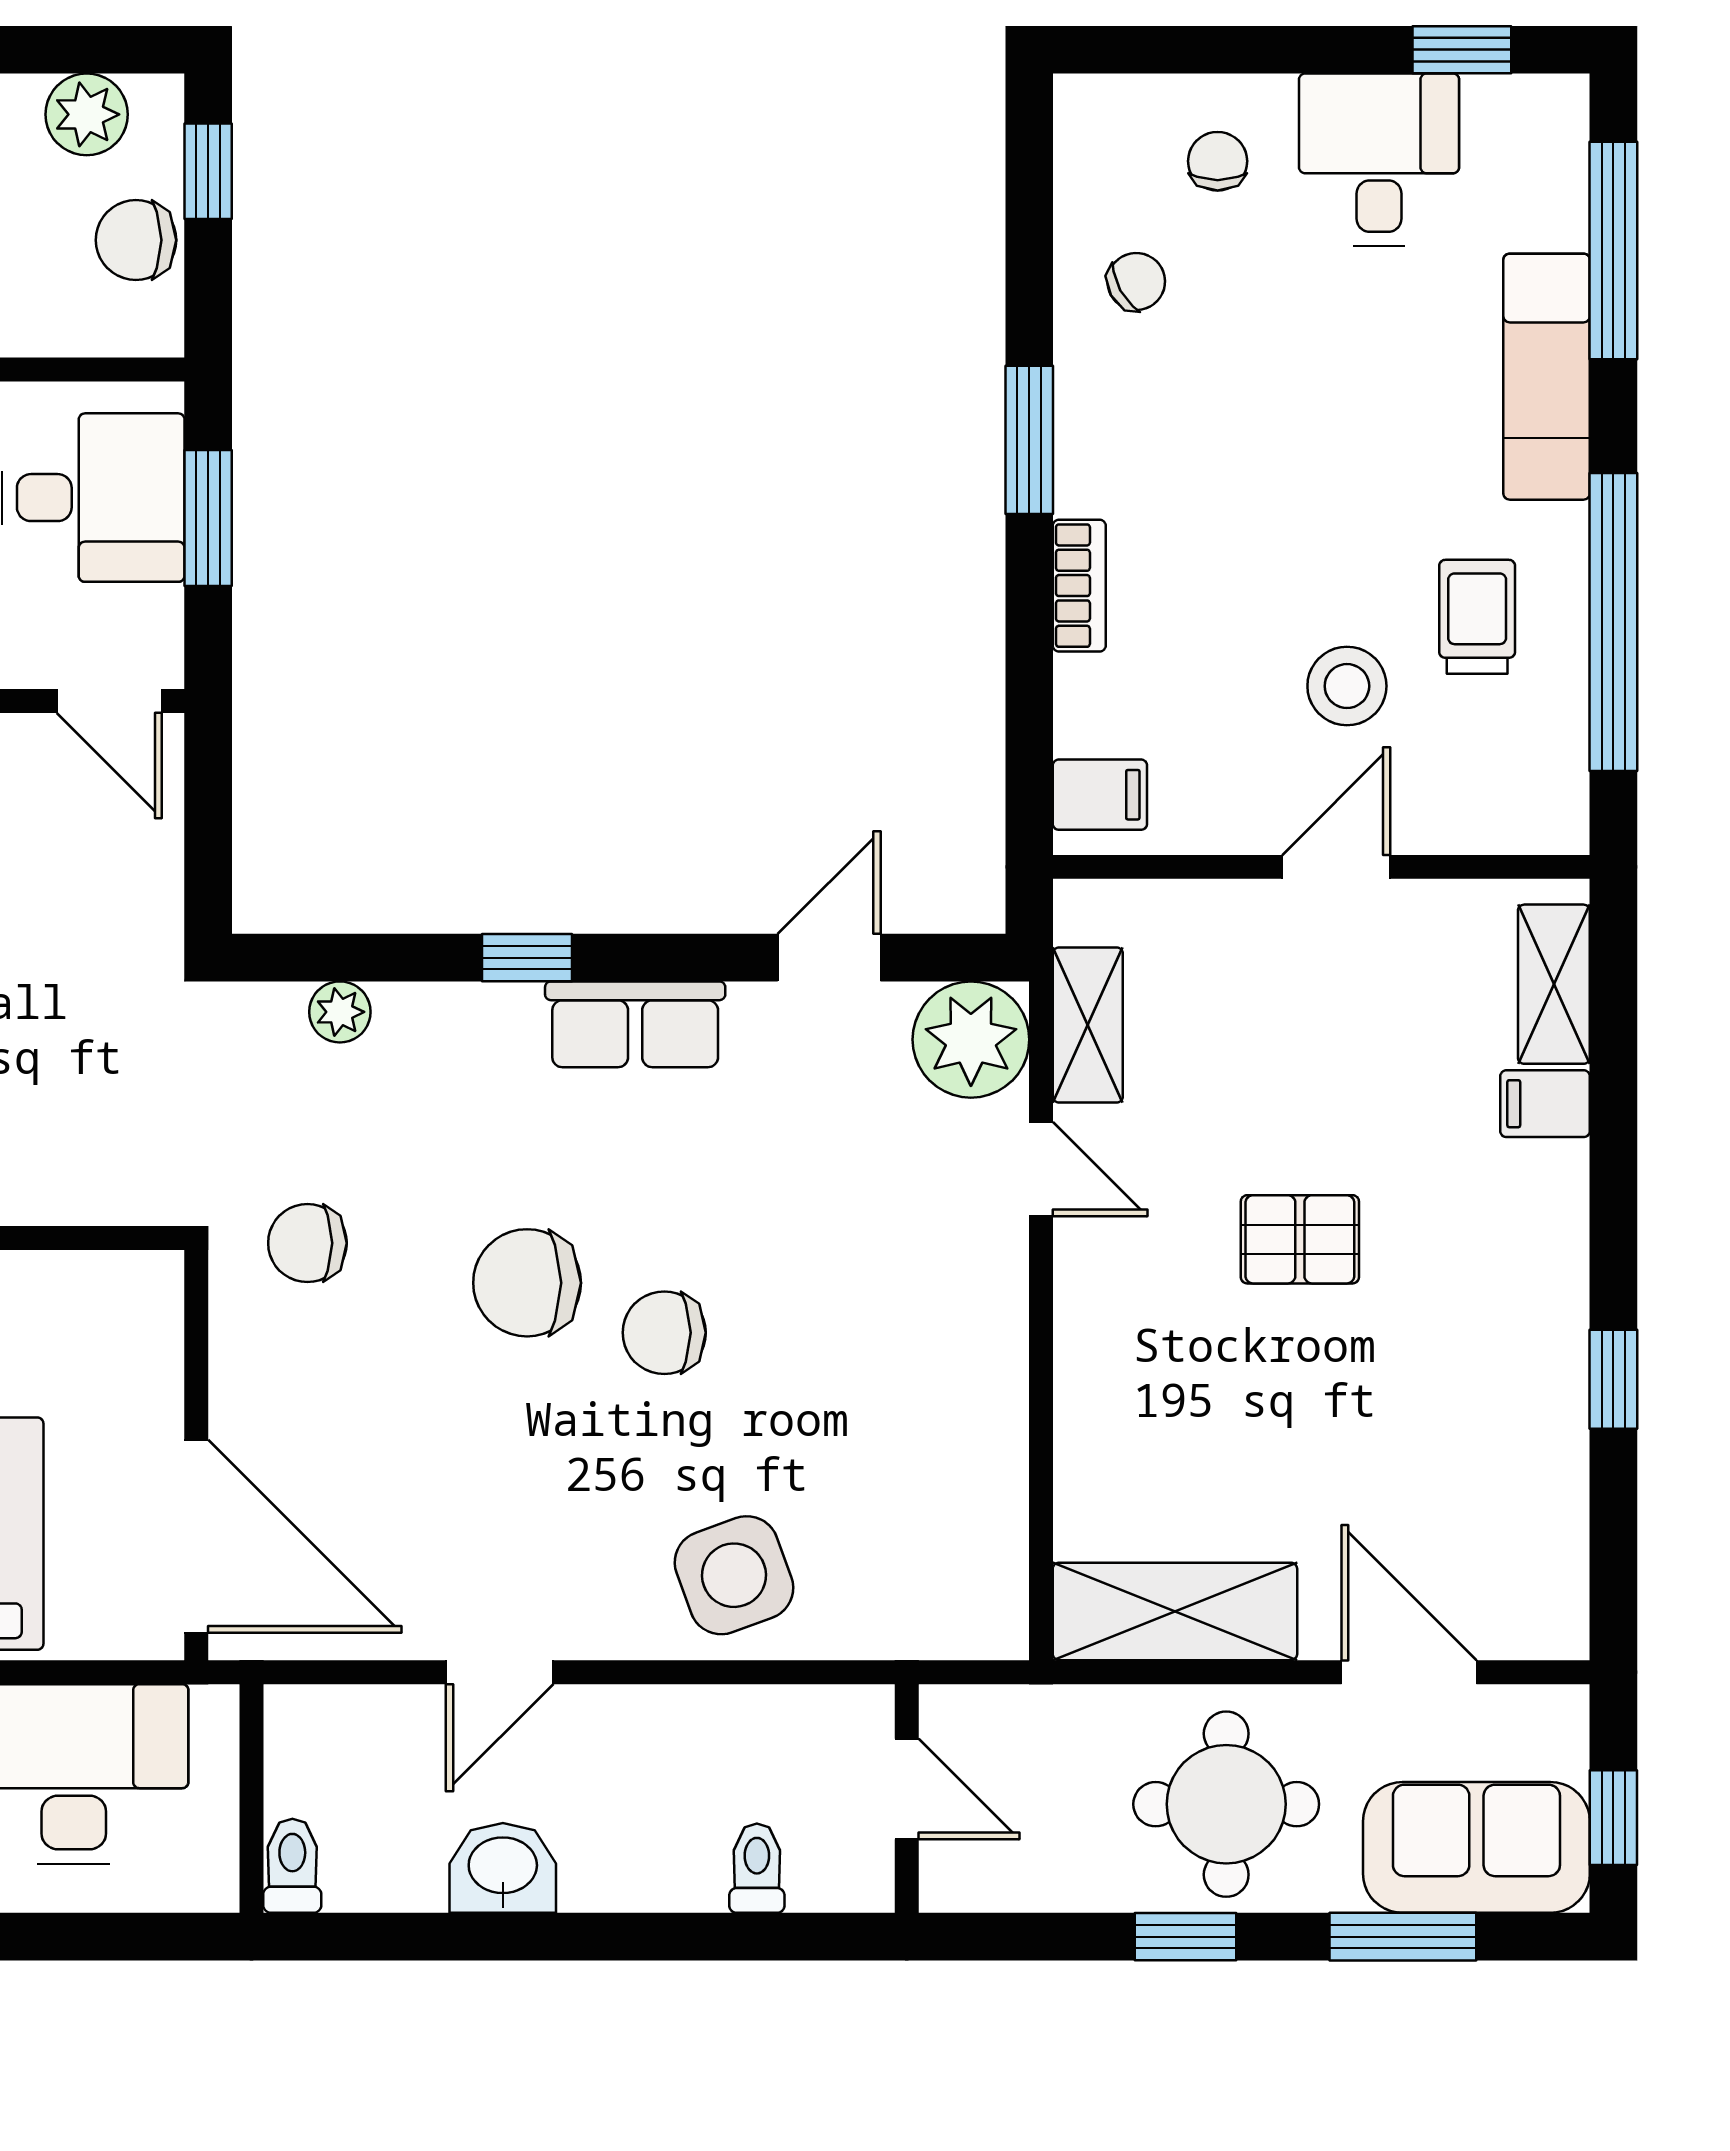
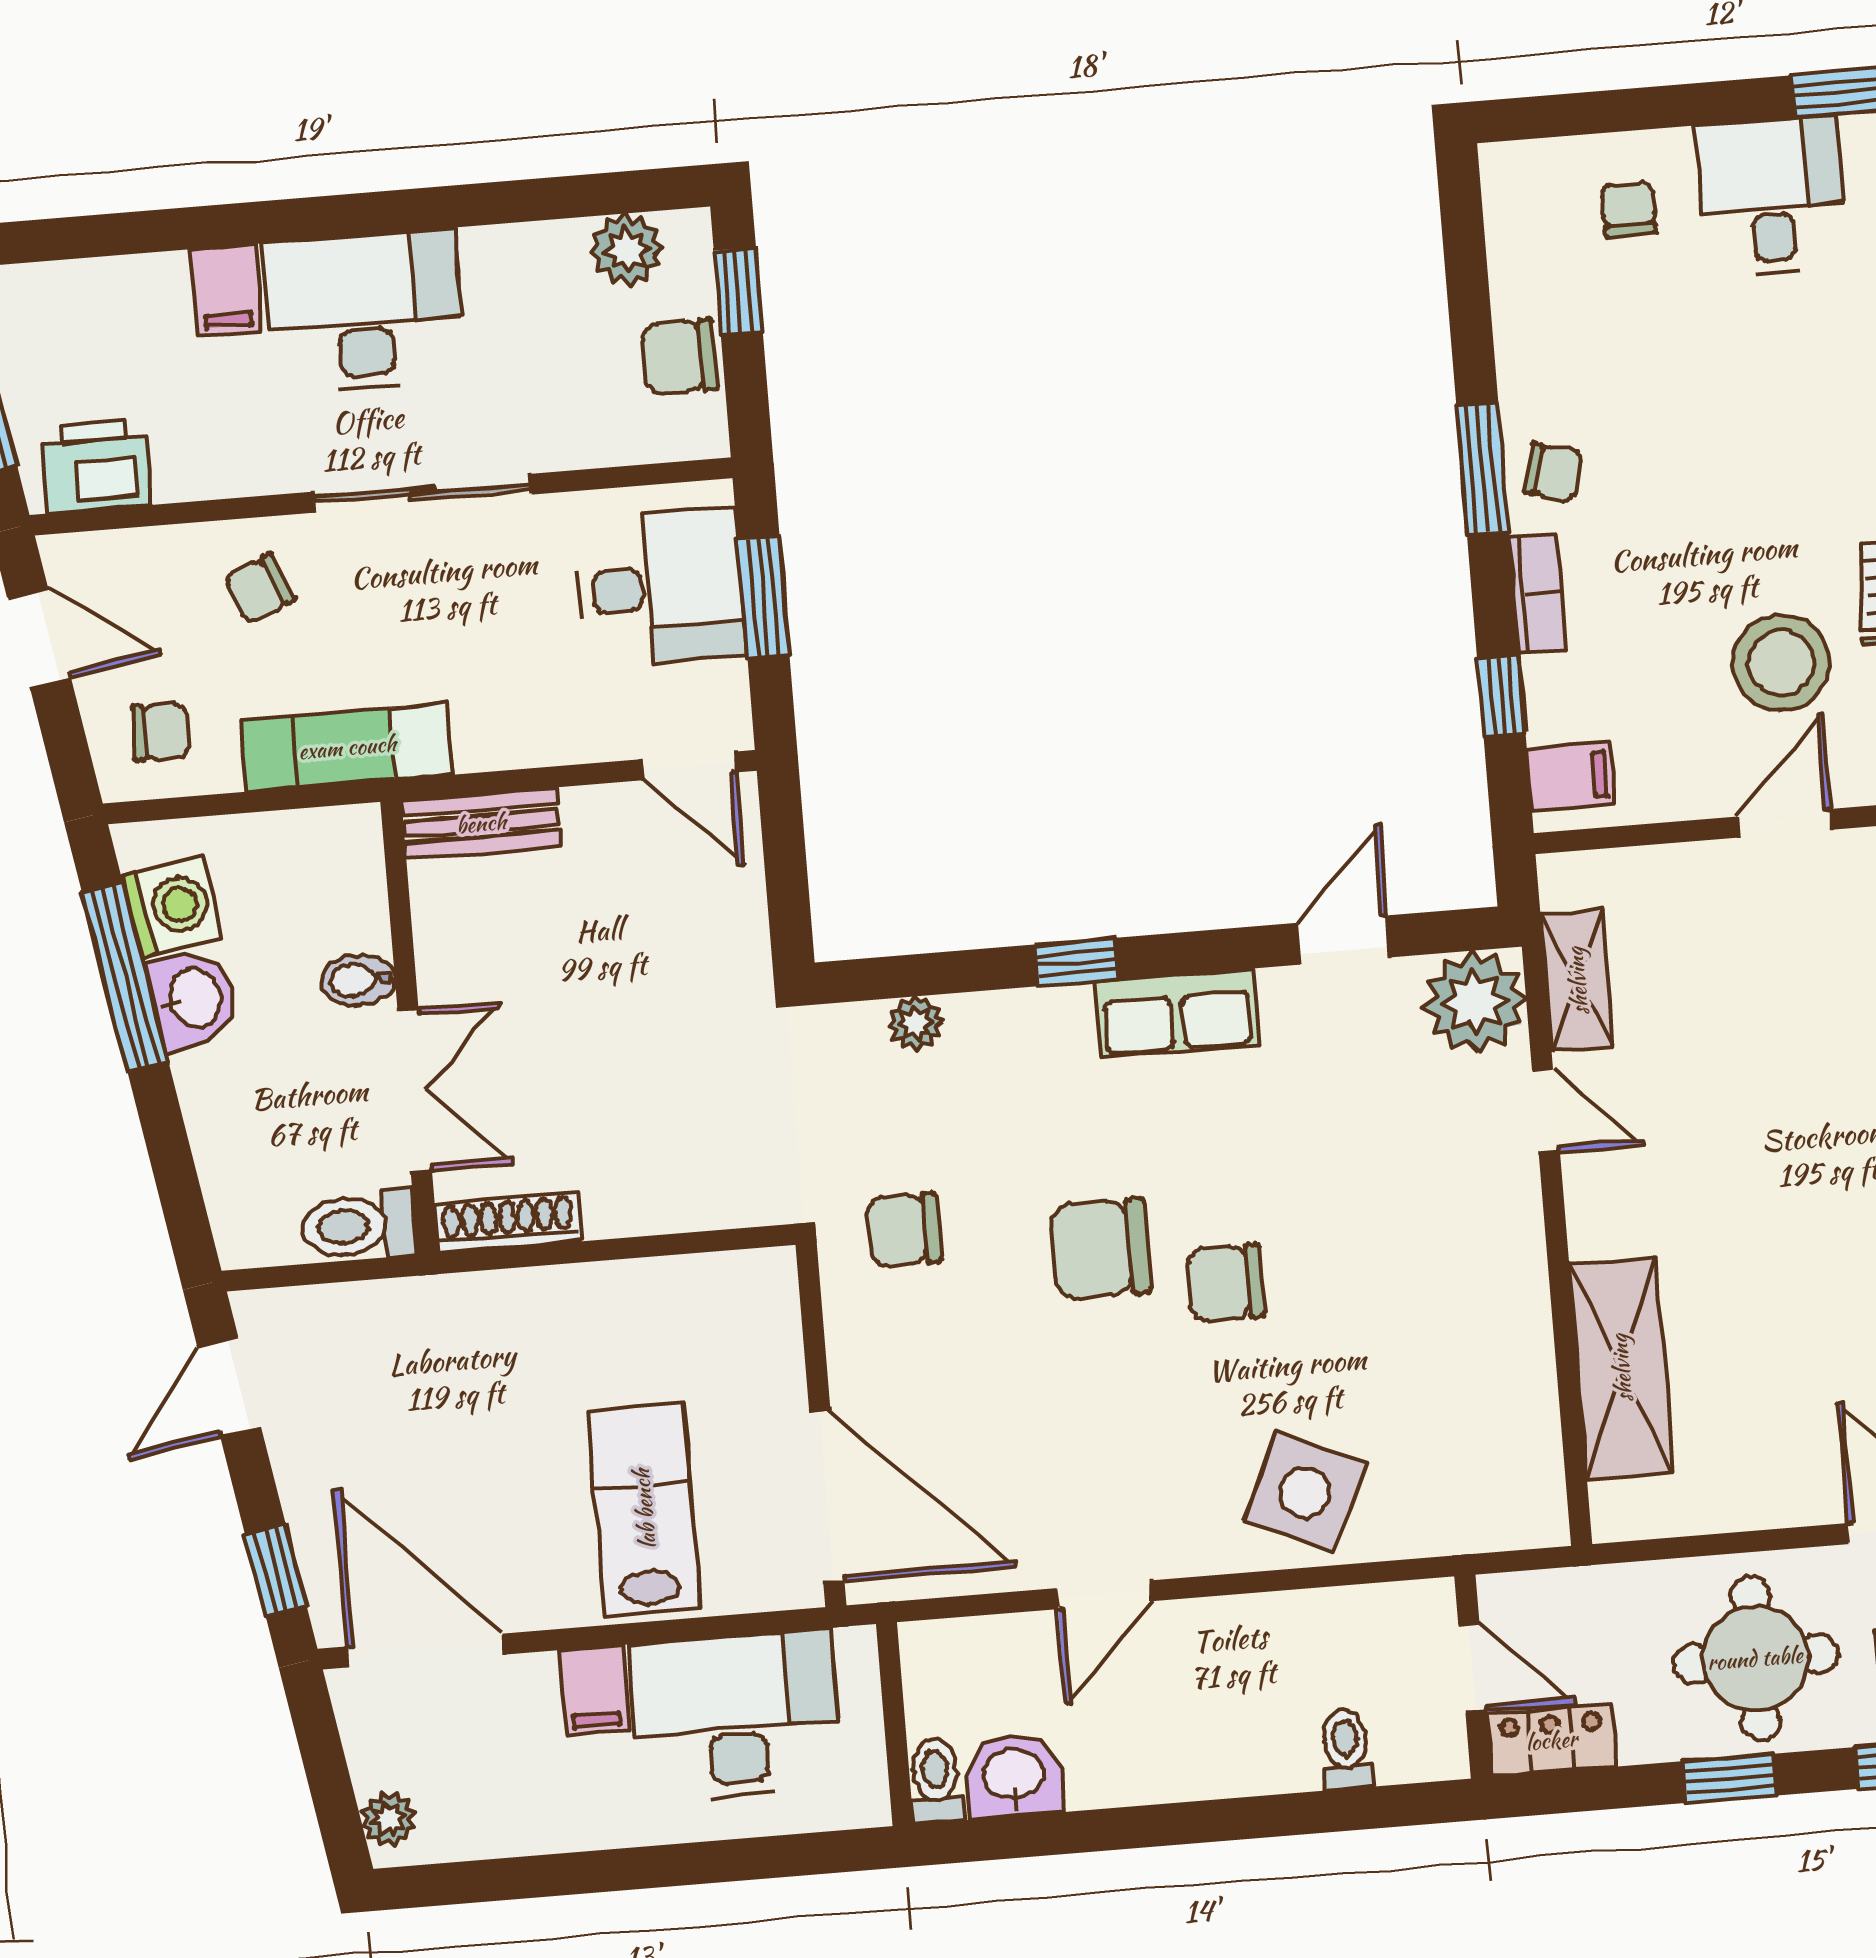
chair: (1136, 282) -> (1553, 473), moved, turned 45
stool: (1347, 686) -> (1781, 663), width x1.38, depth x1.38
window: (1029, 697) -> (1501, 695), added
pallet: (1300, 1239) -> (1780, 1155), removed
side table: (734, 1575) -> (1304, 1492), turned 45
shelving: (1175, 1611) -> (1621, 1368), moved, turned 90
washbasin: (503, 1868) -> (1014, 1776), moved
locker: (989, 1877) -> (1551, 1740), added

